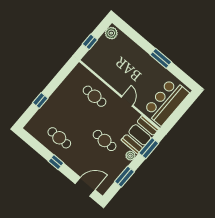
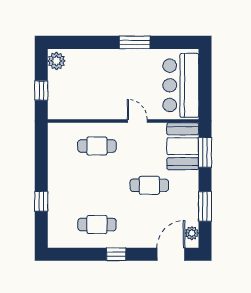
plant: (130, 156) -> (192, 233), moved

